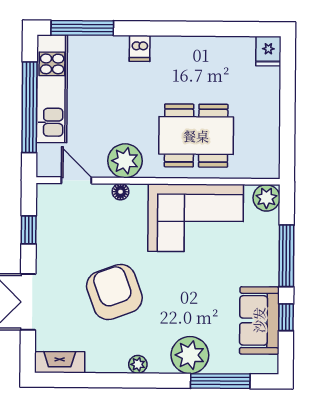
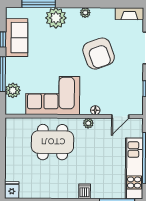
plant: (125, 161) -> (88, 123), width x0.53, depth x0.53
door: (76, 180) -> (120, 117), hinge flipped
plant: (266, 198) -> (13, 90), moved

